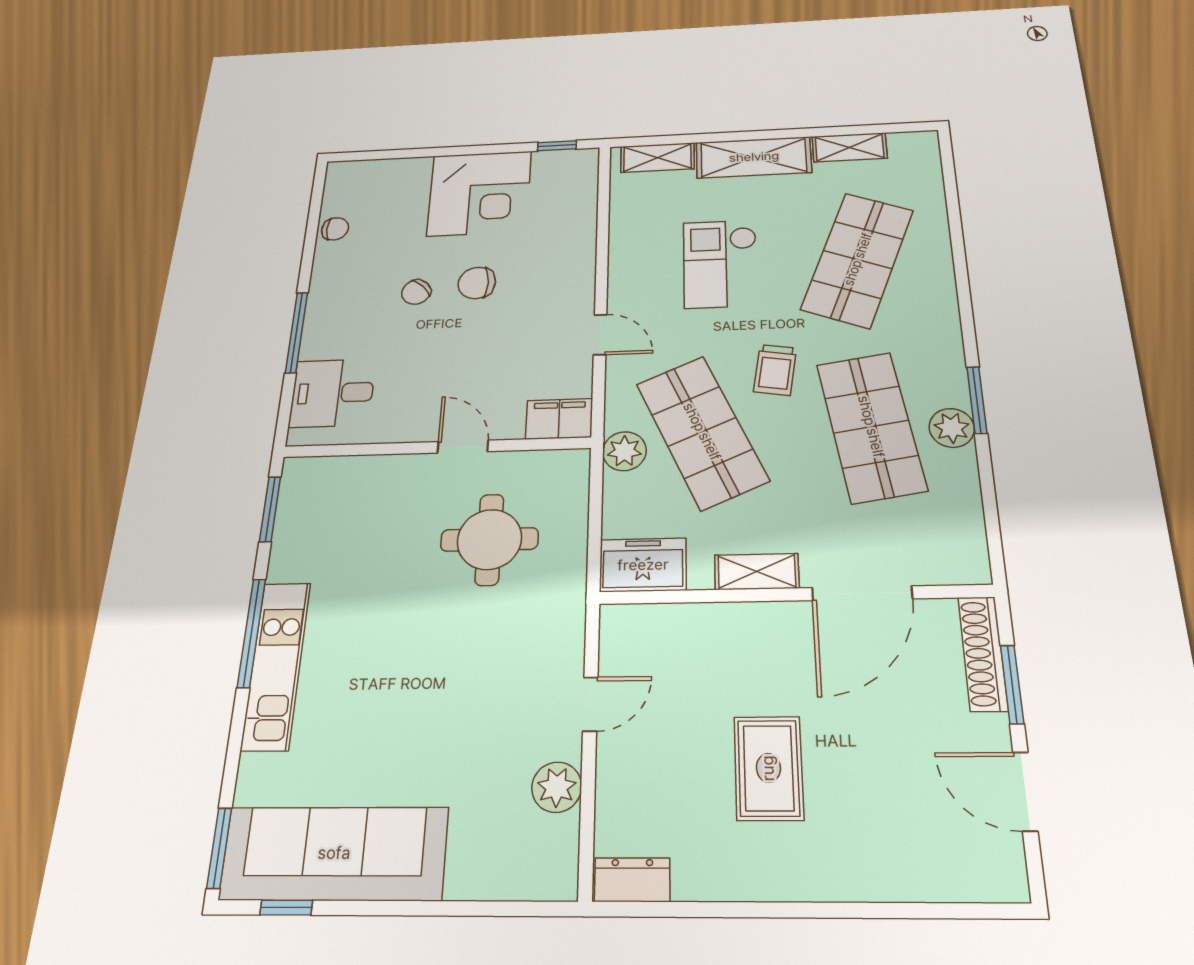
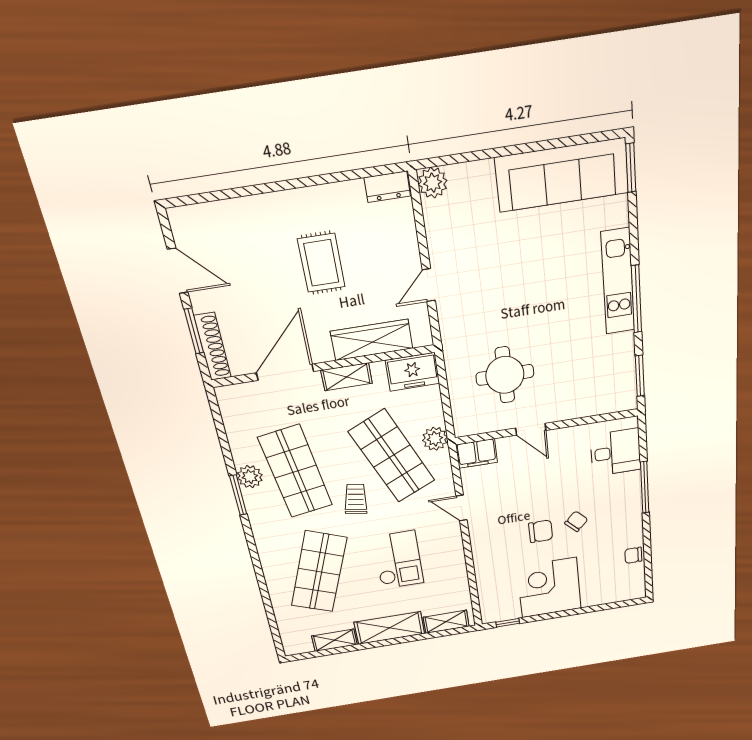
wardrobe: (703, 627) -> (372, 340), added
plant: (557, 787) -> (433, 183), moved
window: (286, 908) -> (584, 139), removed

